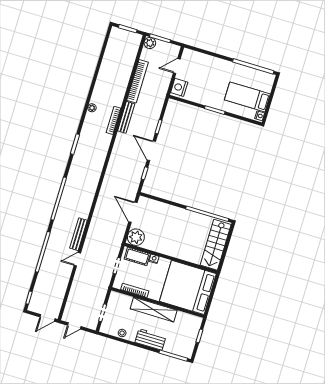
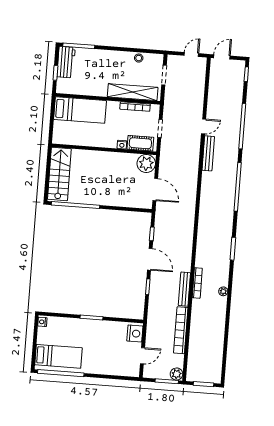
bed: (247, 97) -> (59, 356), moved
bed: (188, 287) -> (80, 110), width x0.49
shelving: (154, 310) -> (133, 92), moved
workbench: (151, 339) -> (66, 62), moved, turned -90

